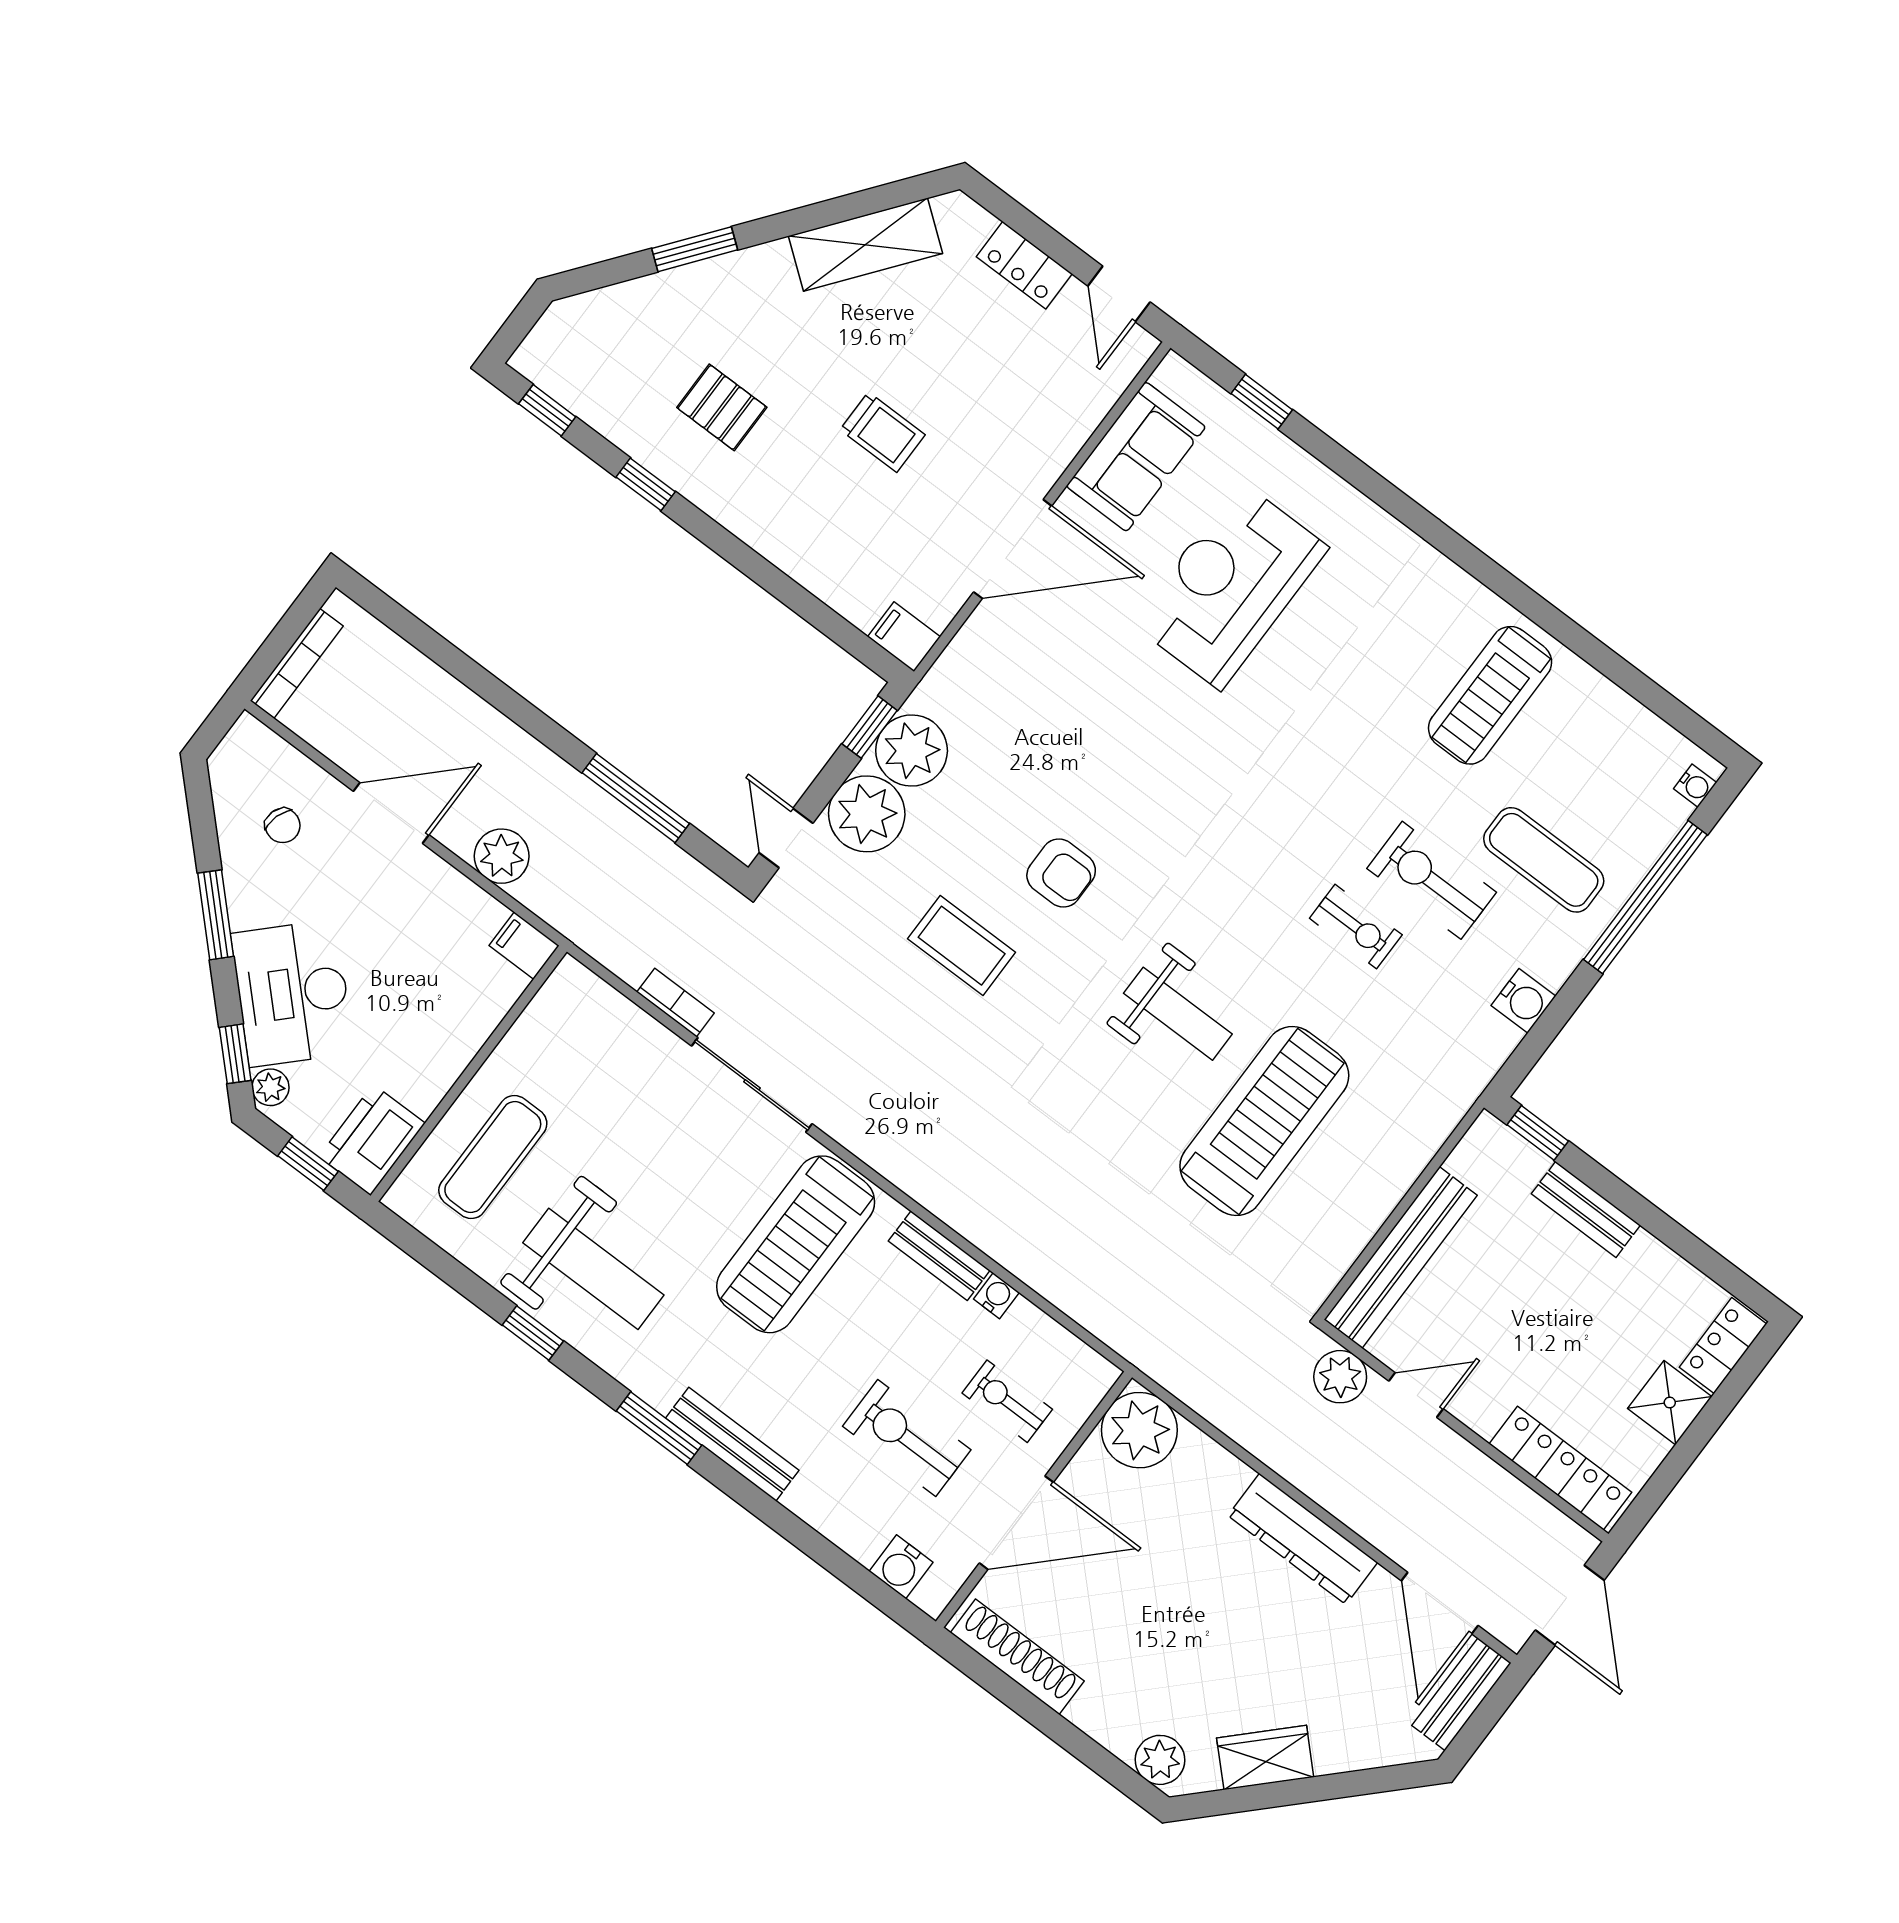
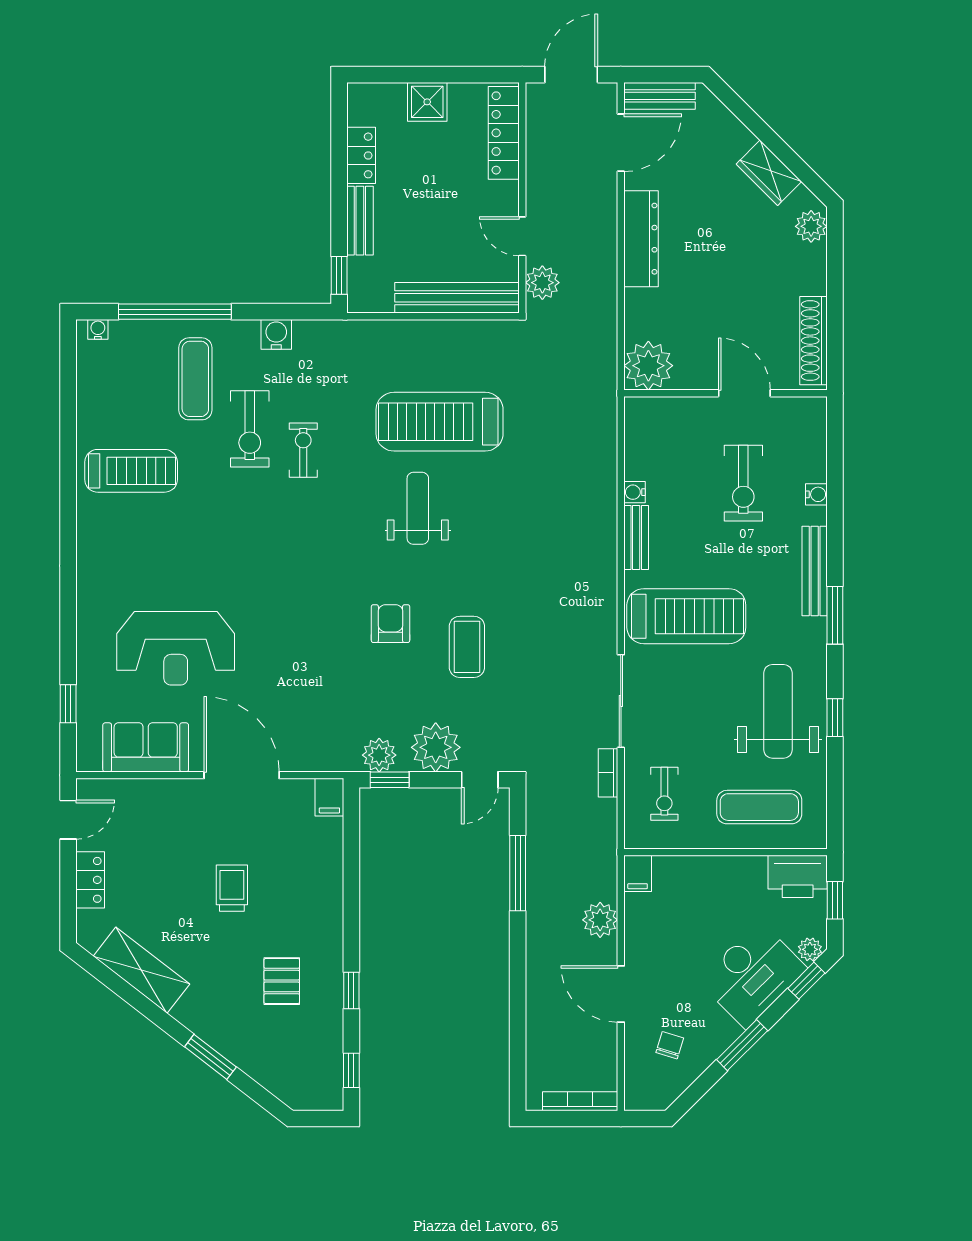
plant: (912, 751) -> (379, 755), width x0.73, depth x0.73
locker: (1723, 1346) -> (361, 155), moved, turned -90
exercise bike: (1007, 1401) -> (664, 794), moved
door: (1016, 1523) -> (744, 393), width x0.73
water cooler: (901, 1567) -> (816, 494), moved, width x0.72, depth x0.72

